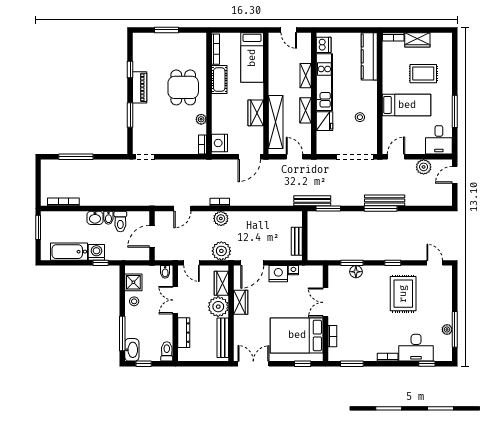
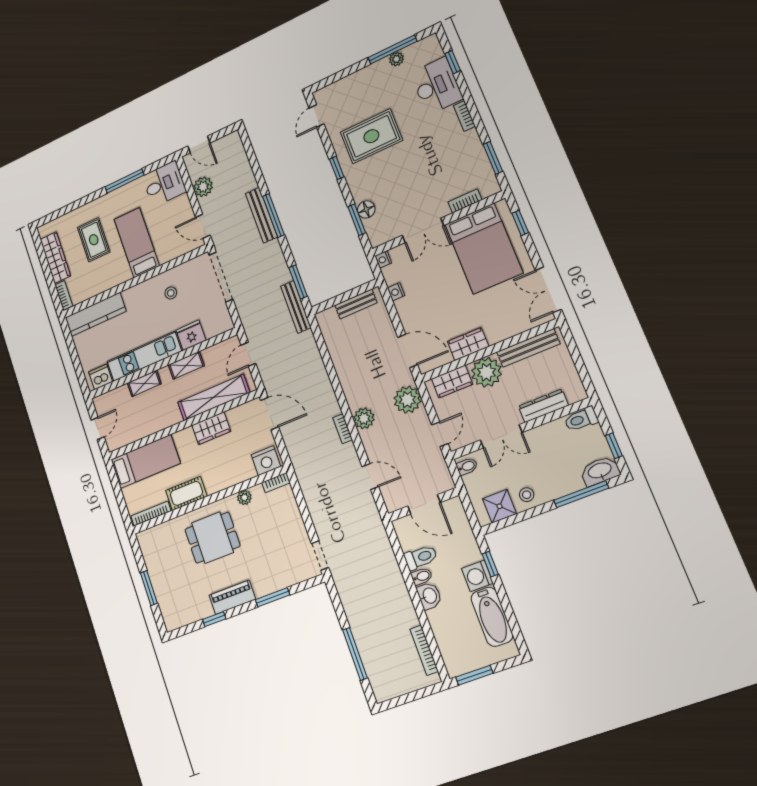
wardrobe: (417, 40) -> (55, 258), width x1.50
nightstand: (278, 274) -> (383, 259), moved, width x0.53, depth x0.56

